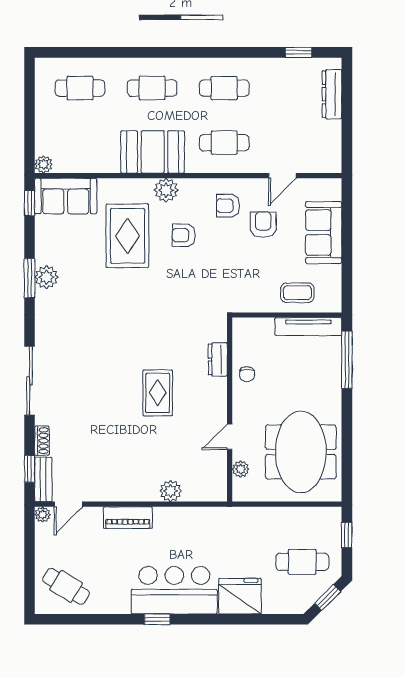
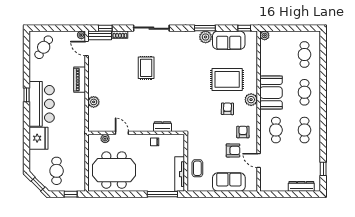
sofa: (66, 196) -> (229, 40), moved, turned -90
rug: (158, 393) -> (146, 68), moved, turned 90

